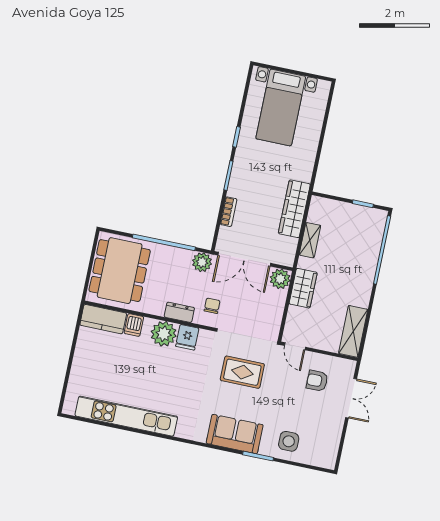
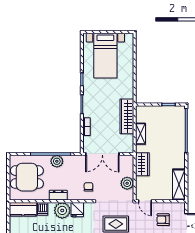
plant: (202, 262) -> (57, 161), moved
dining table: (120, 271) -> (27, 177), width x0.73
plant: (280, 279) -> (127, 183), moved
dresser: (179, 312) -> (58, 195), moved

